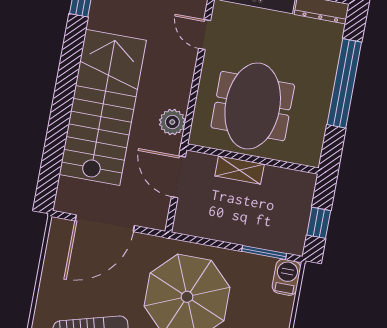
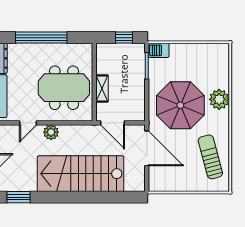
plant: (172, 122) -> (51, 132), moved
door: (178, 177) -> (112, 123), hinge flipped
door: (105, 223) -> (147, 148), moved

